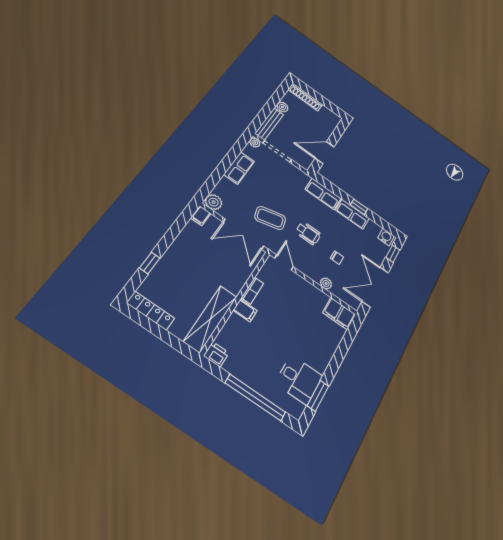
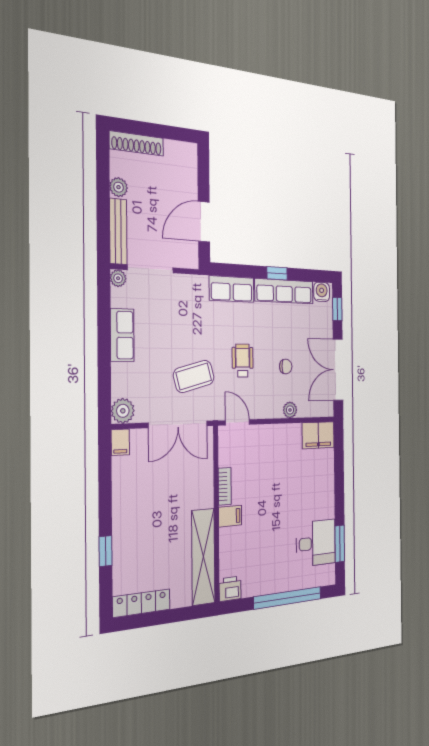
row of seats: (352, 214) -> (284, 291), width x1.48
wheelchair: (308, 233) -> (243, 361), turned -90

